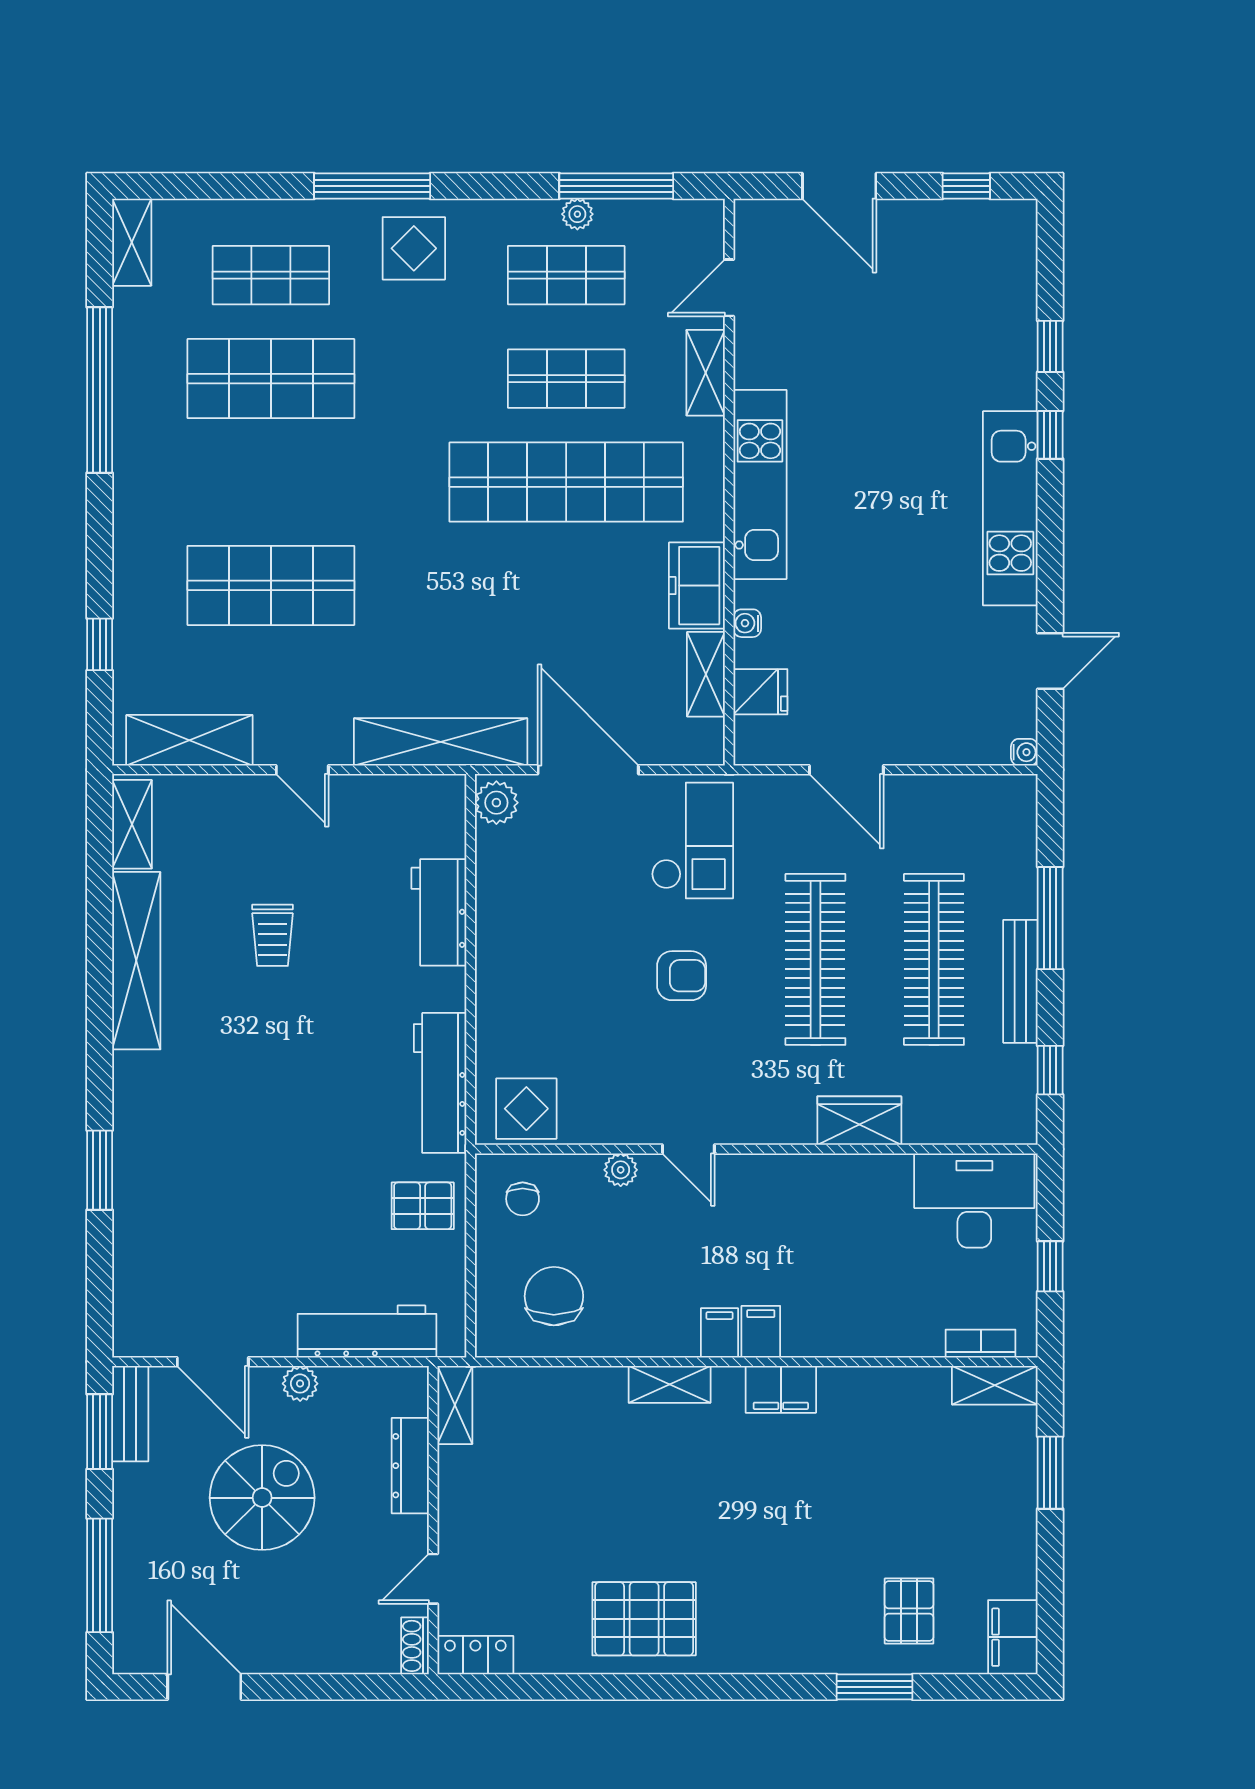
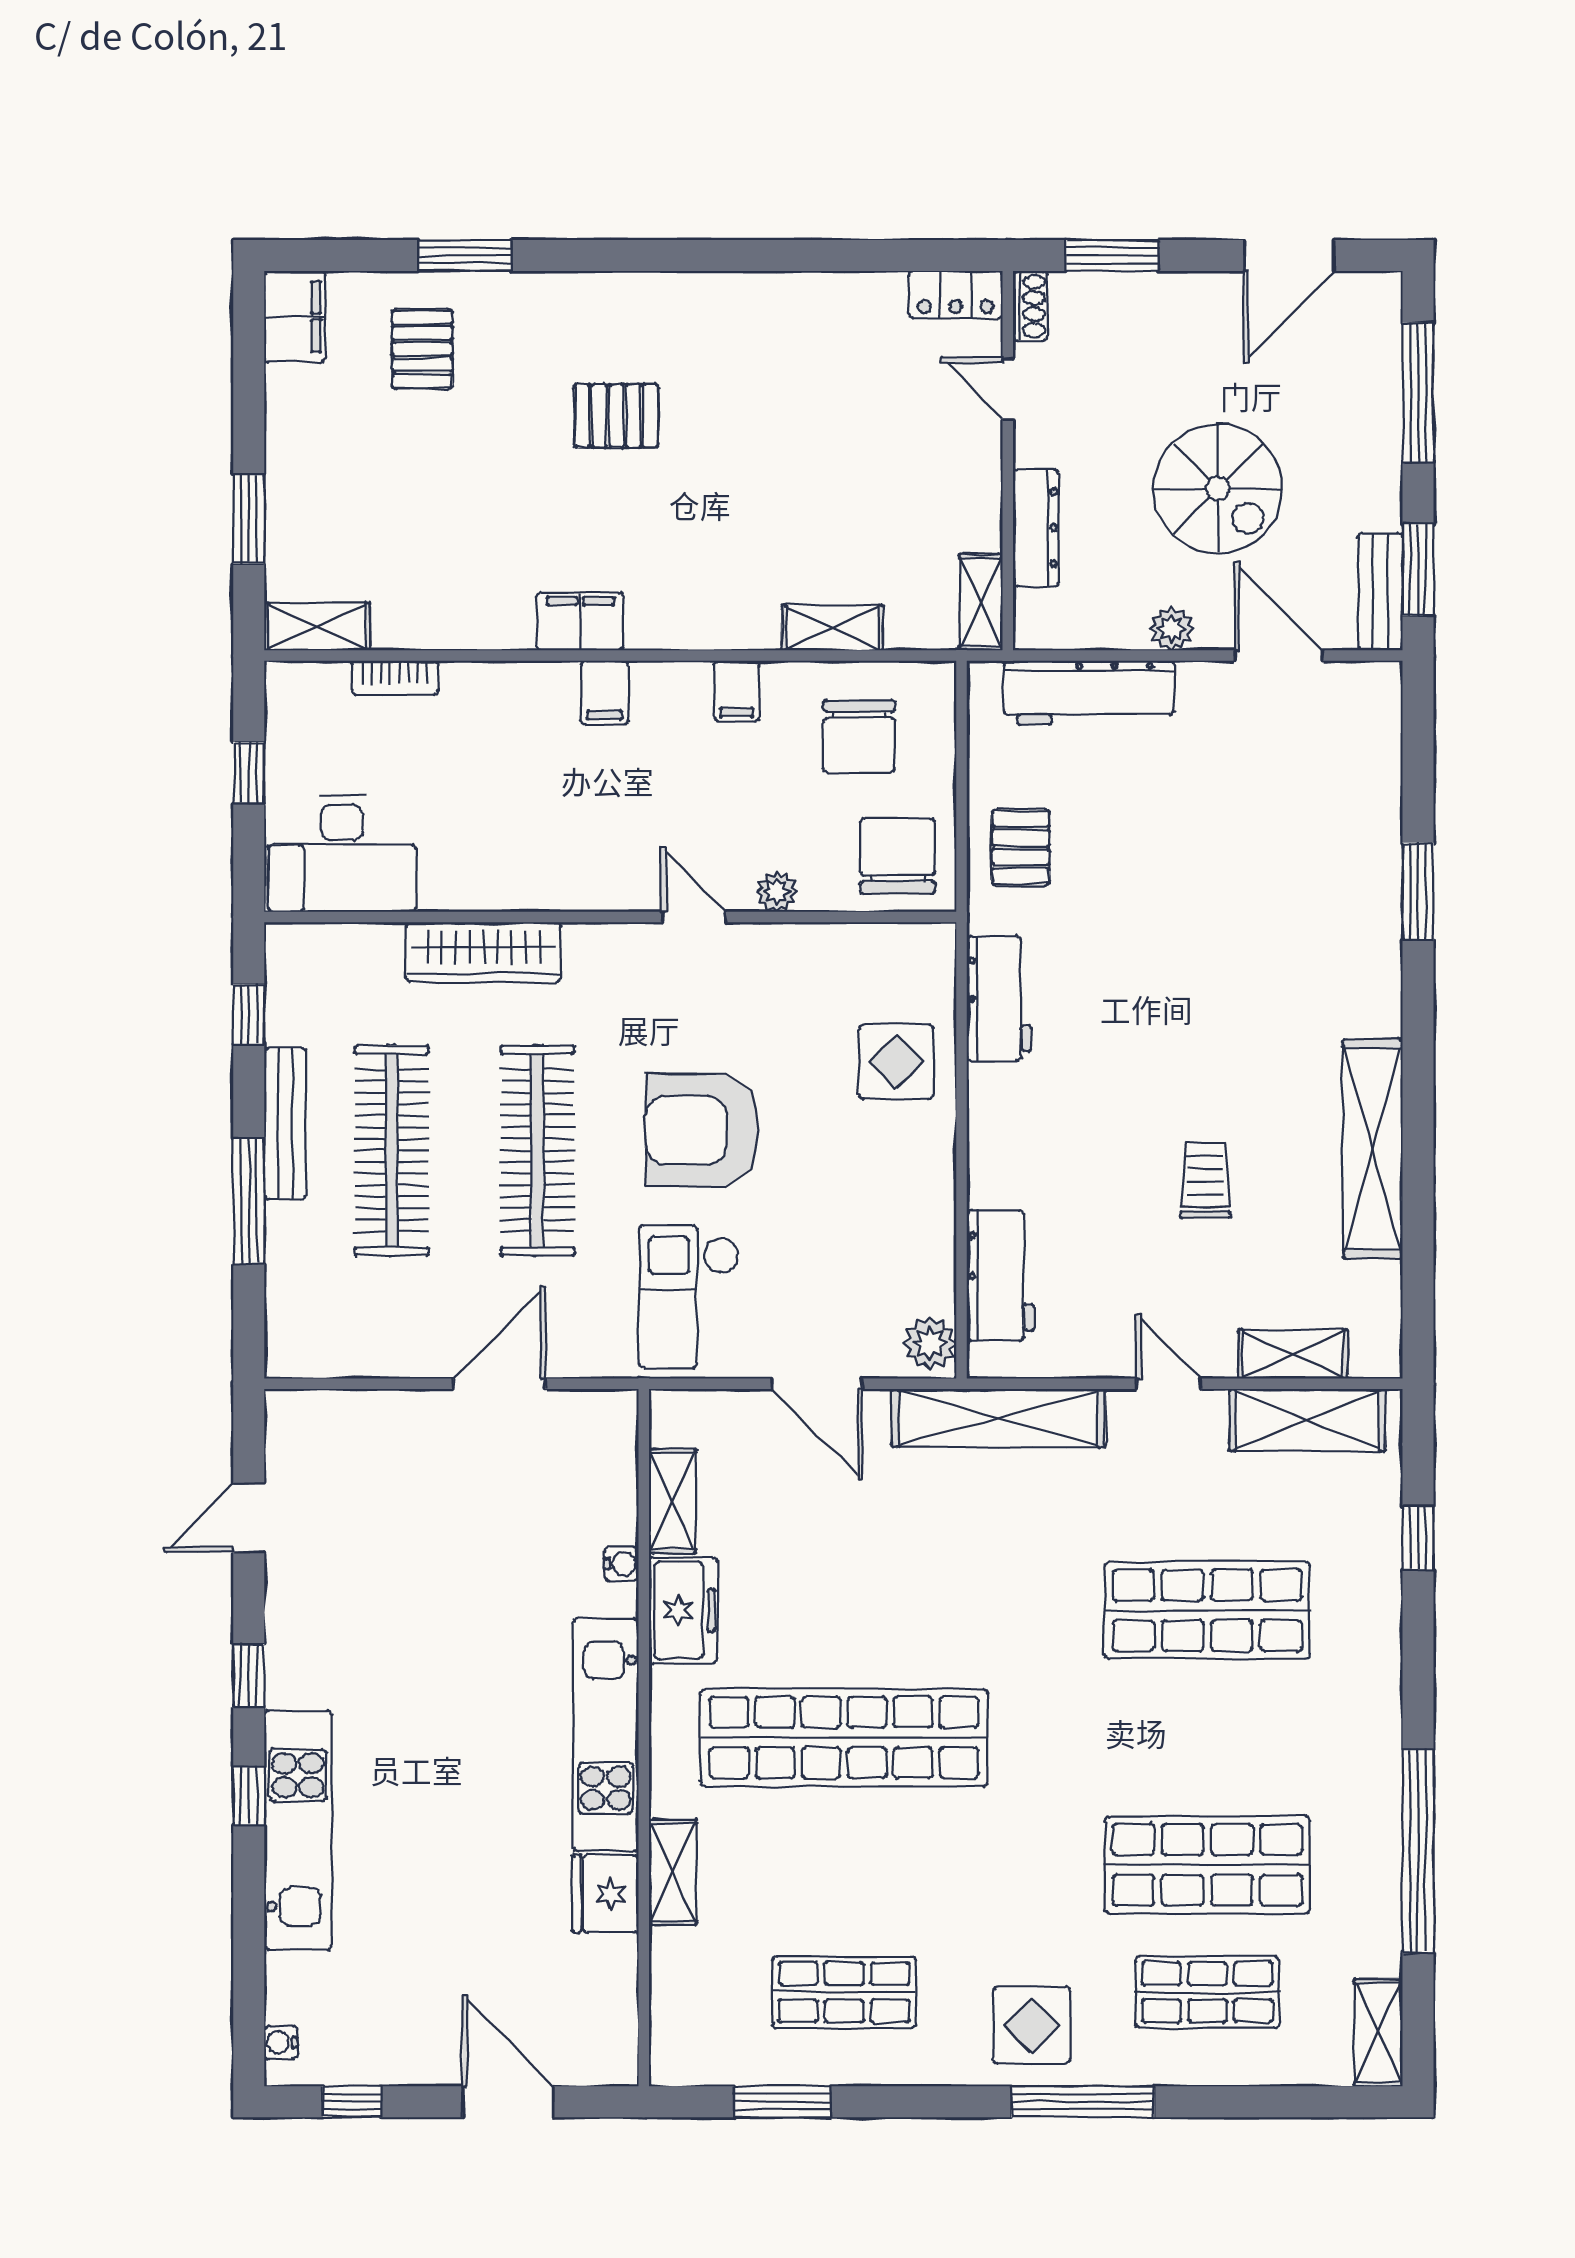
window: (616, 186) -> (782, 2102), width x0.69
plant: (577, 214) -> (830, 2067), removed
door: (729, 288) -> (644, 1976), removed
window: (1050, 346) -> (249, 1675), moved
shop shelf: (566, 379) -> (844, 1865), removed
kitchen unit: (1010, 508) -> (298, 1830), moved
fridge: (760, 692) -> (605, 1894), moved, width x1.38
water cooler: (1024, 752) -> (281, 2042), moved
door: (588, 770) -> (817, 1384), width x0.73
door: (846, 770) -> (499, 1384), hinge flipped
shelving: (132, 824) -> (1293, 1354), moved, turned 90
workbench: (439, 912) -> (1001, 1275), moved
armchair: (682, 976) -> (702, 1130), width x1.88, depth x1.88
workbench: (440, 1083) -> (999, 998), width x0.73
display table: (526, 1109) -> (896, 1062), moved
wardrobe: (859, 1121) -> (483, 952), width x1.50
chair: (523, 1199) -> (898, 856), width x1.87, depth x1.87
pallet: (423, 1206) -> (1021, 847), turned 90
filing cabinet: (720, 1333) -> (737, 691), moved
bookcase: (981, 1344) -> (395, 678), moved
shelving: (670, 1384) -> (832, 628), moved
spiral stairs: (262, 1498) -> (1218, 489), turned -90
door: (433, 1579) -> (1008, 389), swing flipped
pallet: (644, 1619) -> (616, 416), moved, width x0.67, depth x0.71
door: (204, 1687) -> (1289, 256), hinge flipped
window: (348, 1687) -> (1112, 256), added

